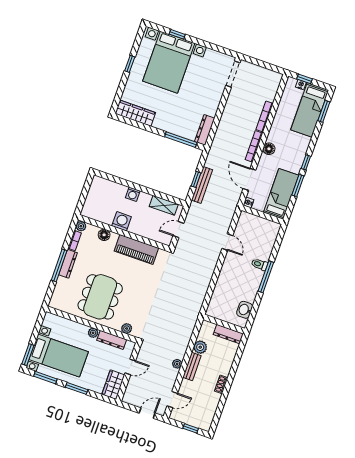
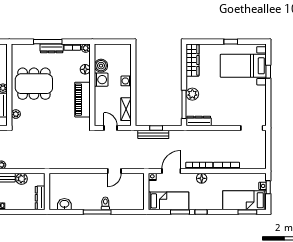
bed with nightstands: (169, 62) -> (243, 66), width x0.73
plant: (173, 126) -> (192, 94), added
boiler: (106, 216) -> (101, 66), added

